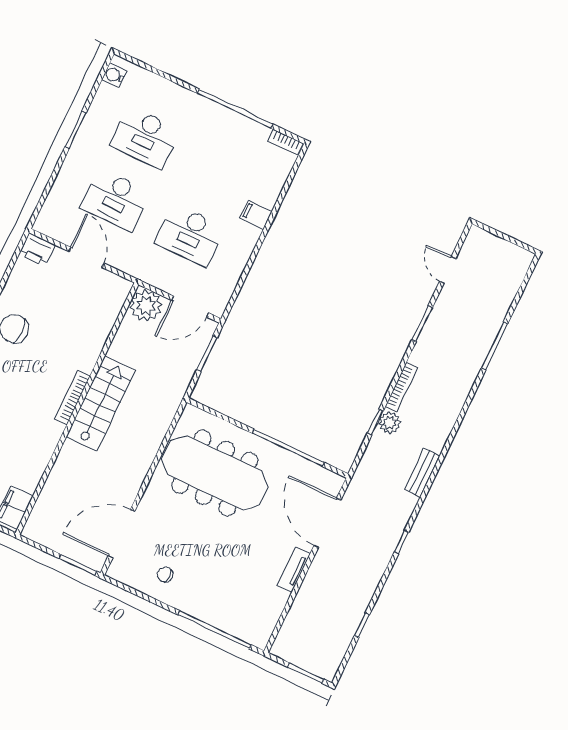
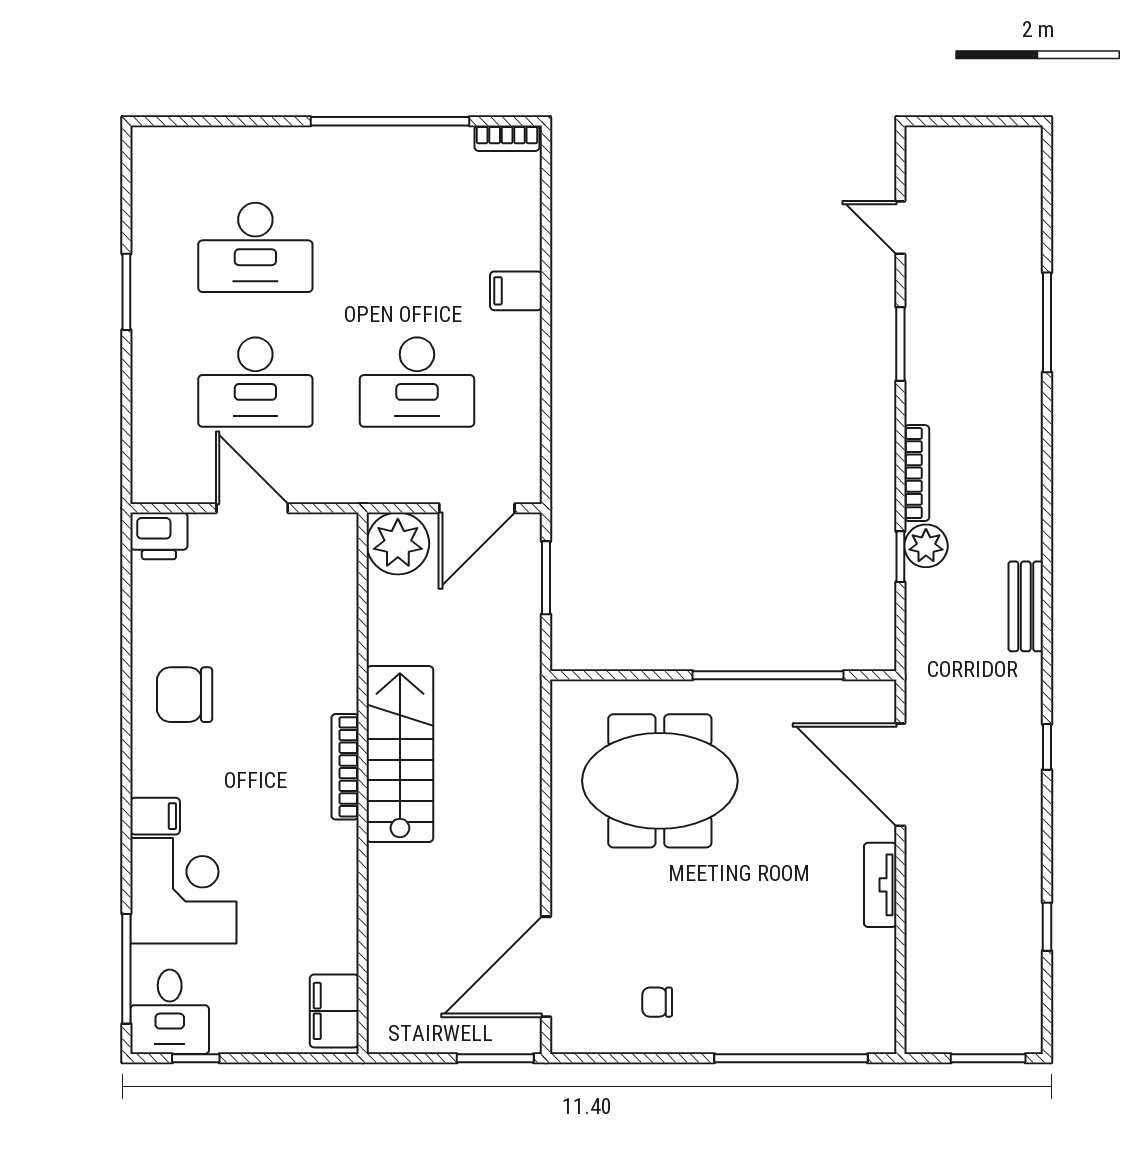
water cooler: (114, 75) -> (149, 164), removed
meeting table: (215, 473) -> (660, 781), width x0.73

